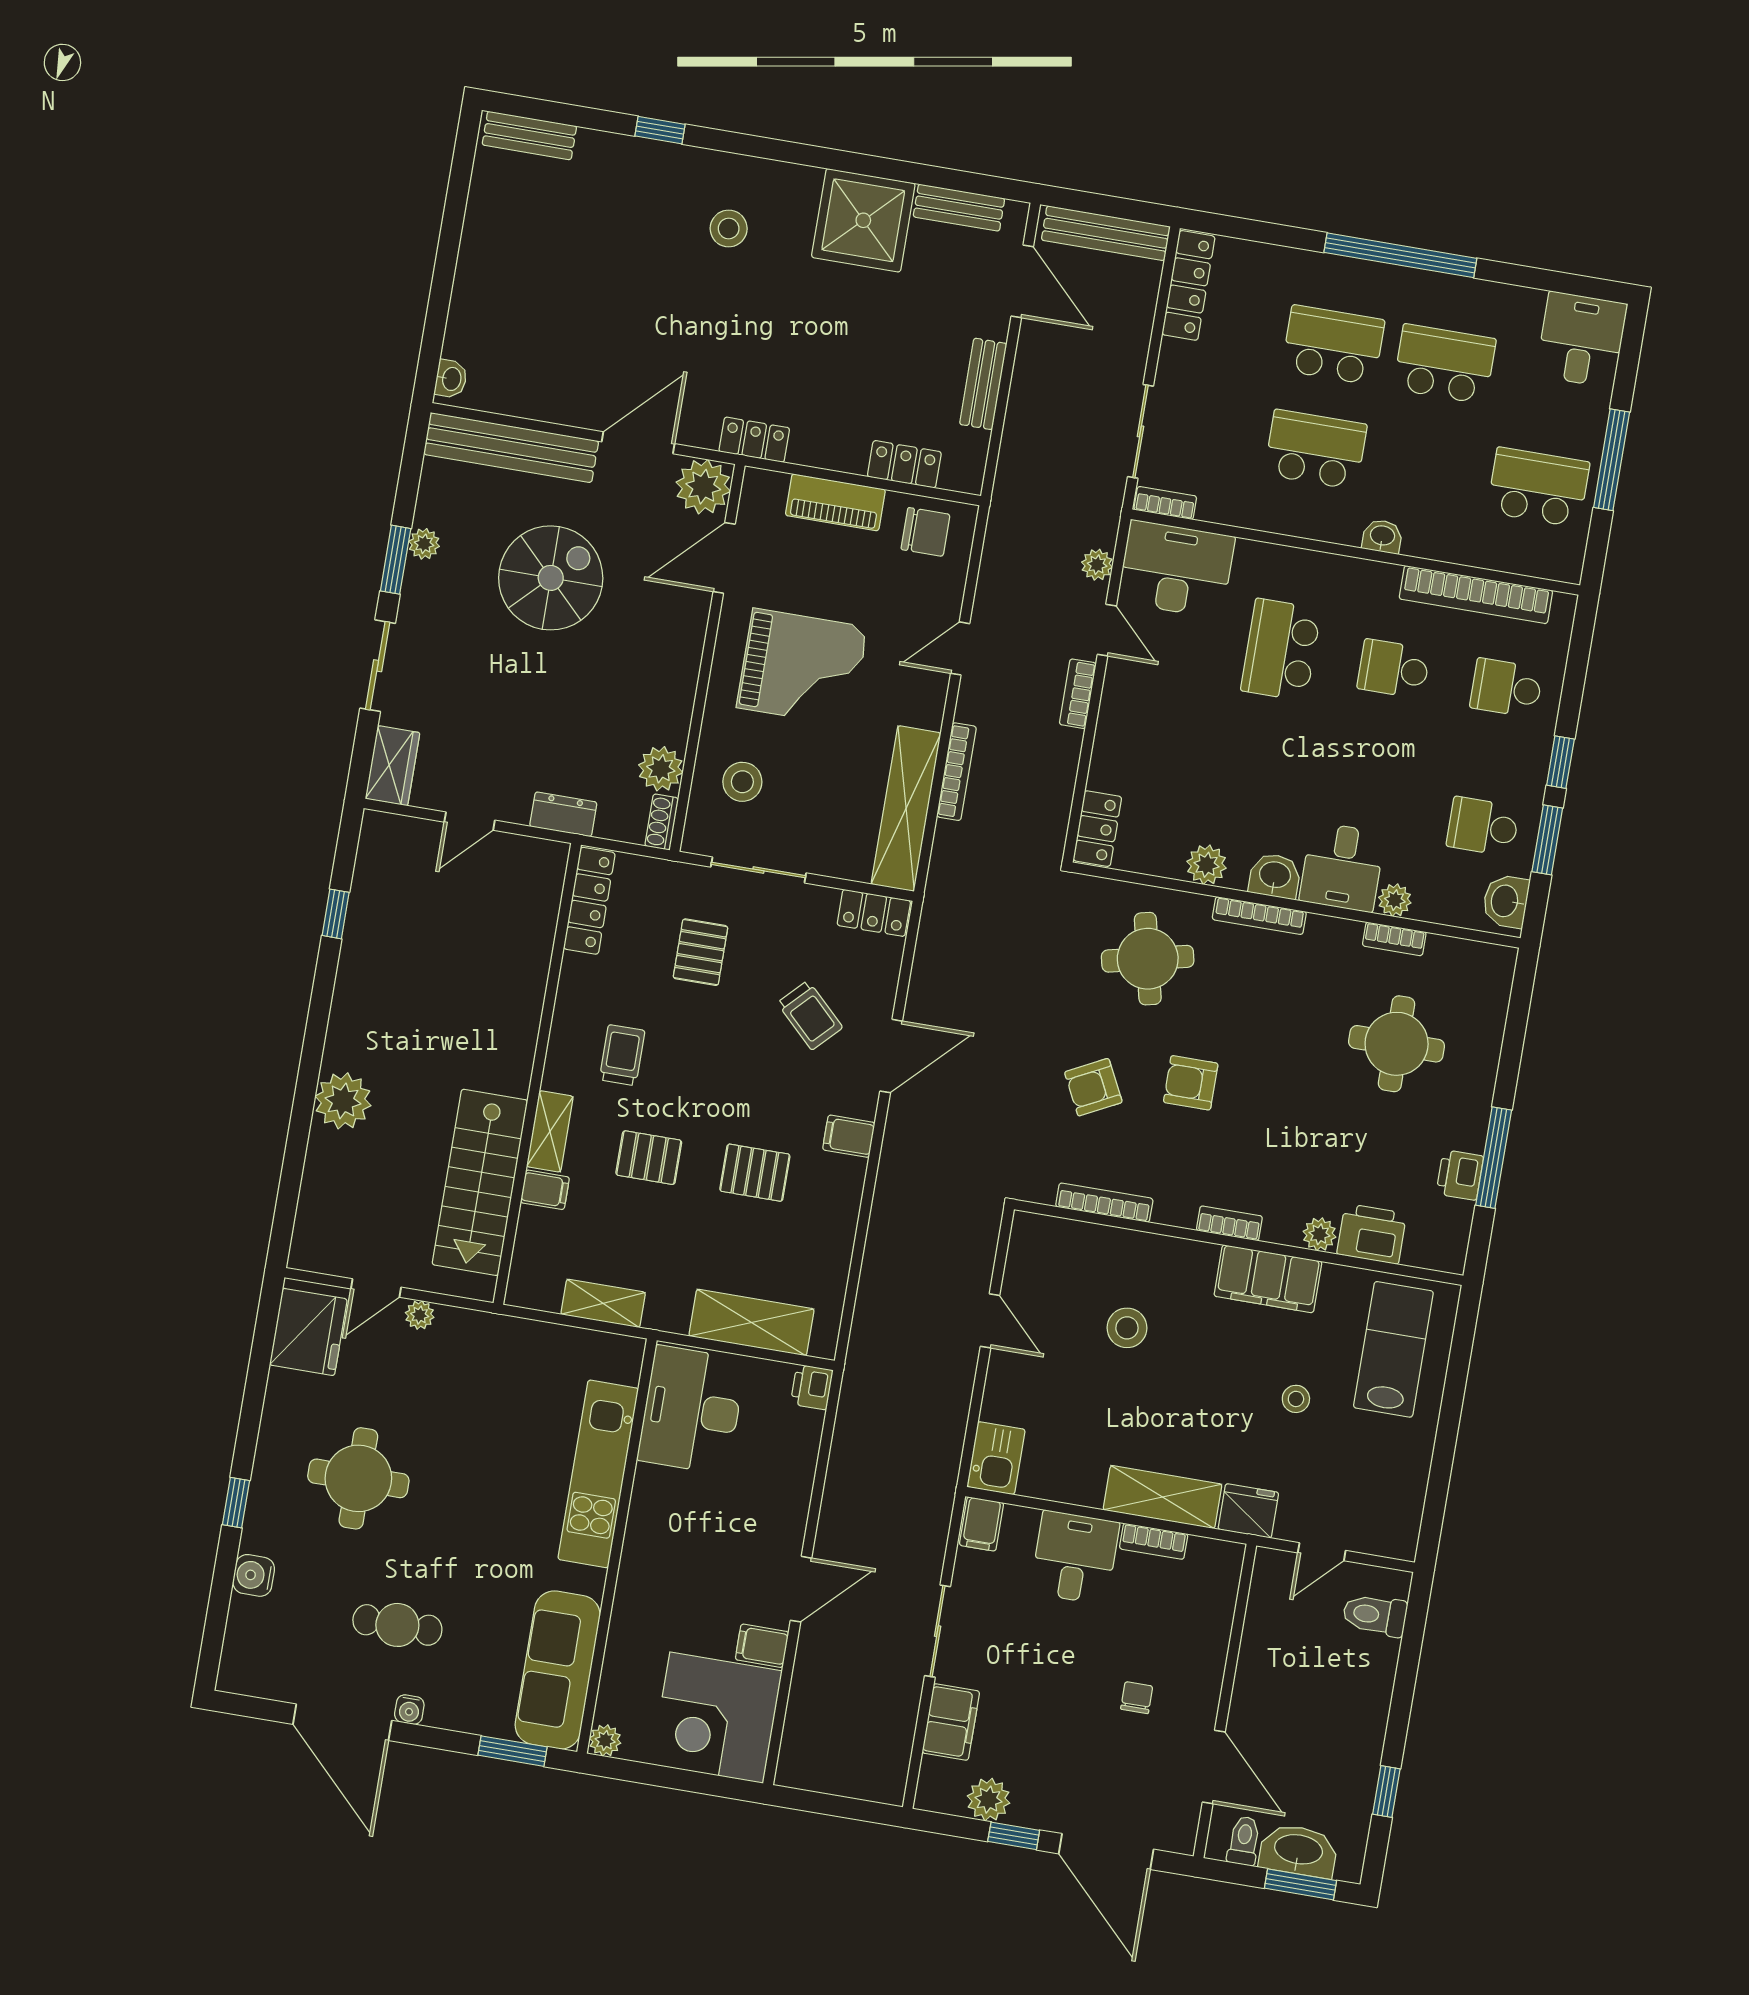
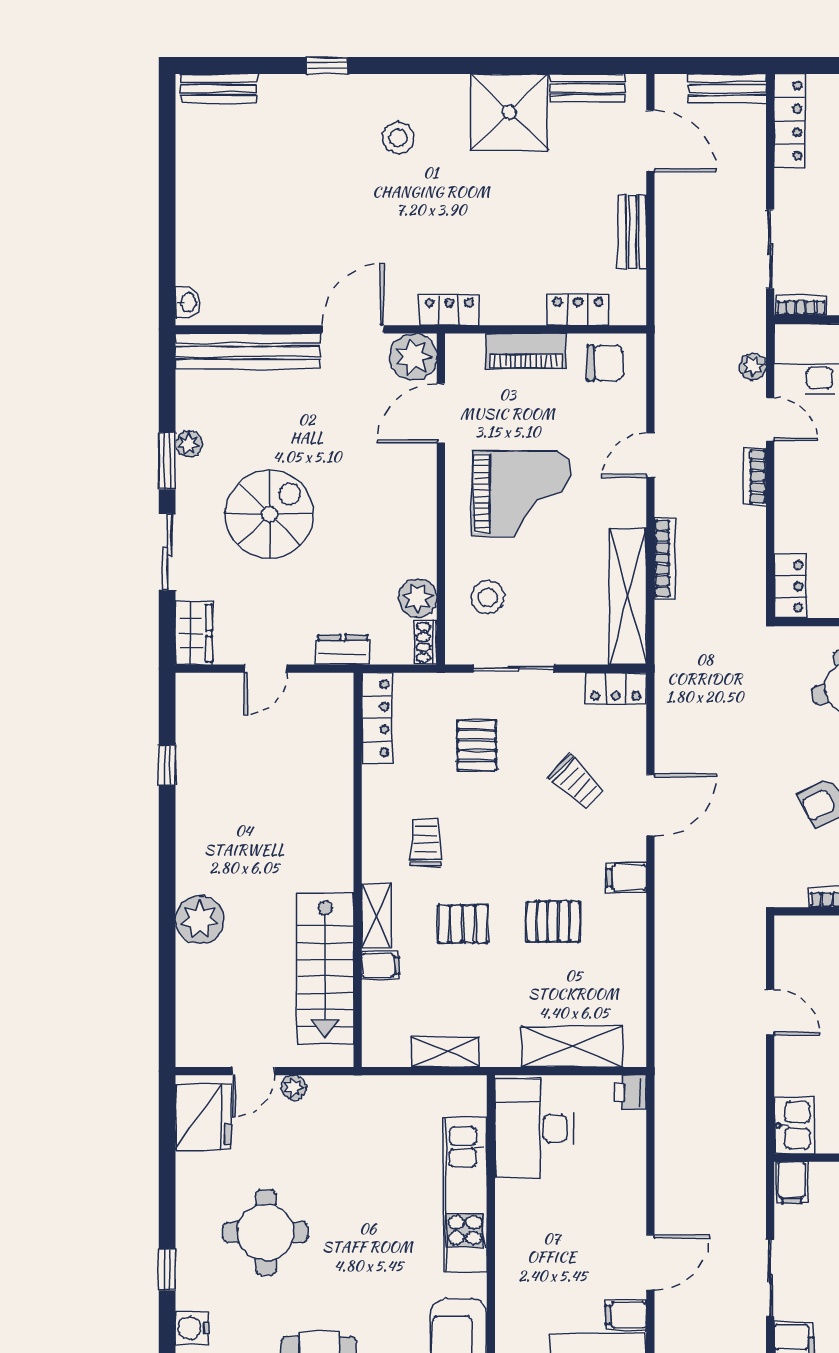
bench: (1106, 233) -> (727, 89), width x0.73
spiral stairs: (551, 578) -> (270, 514), moved

